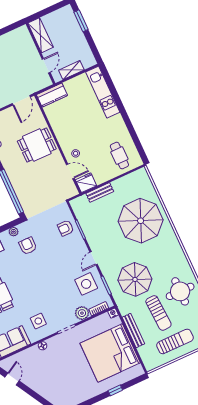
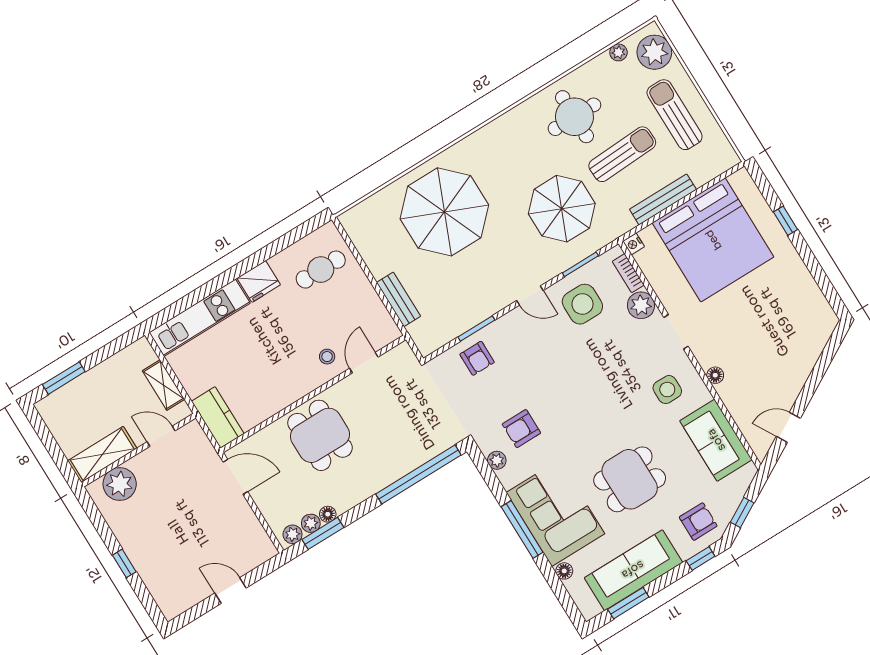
plant: (25, 42) -> (120, 484), added
fridge: (86, 183) -> (259, 281), moved, turned -90

